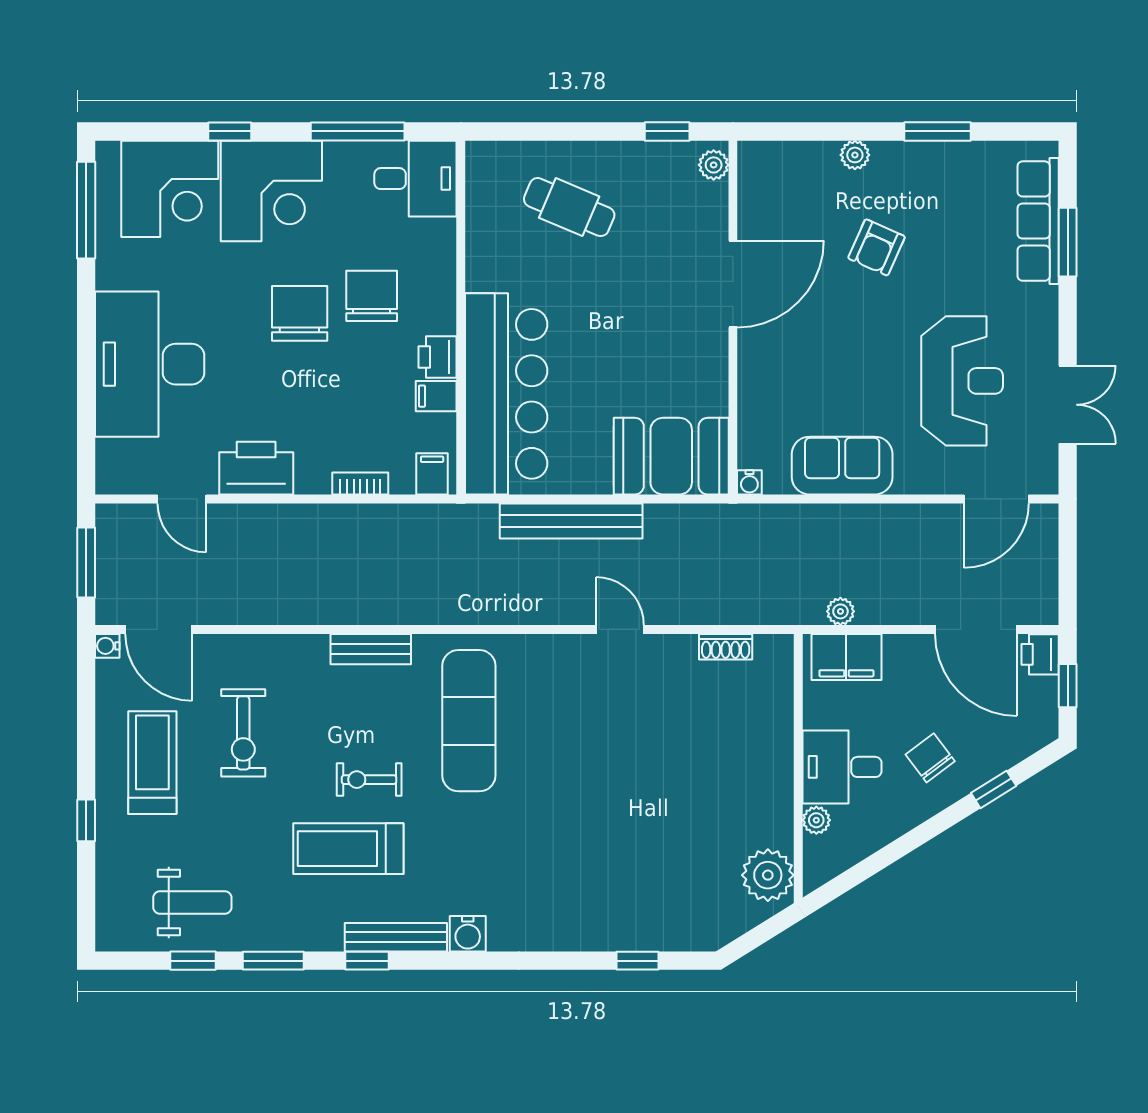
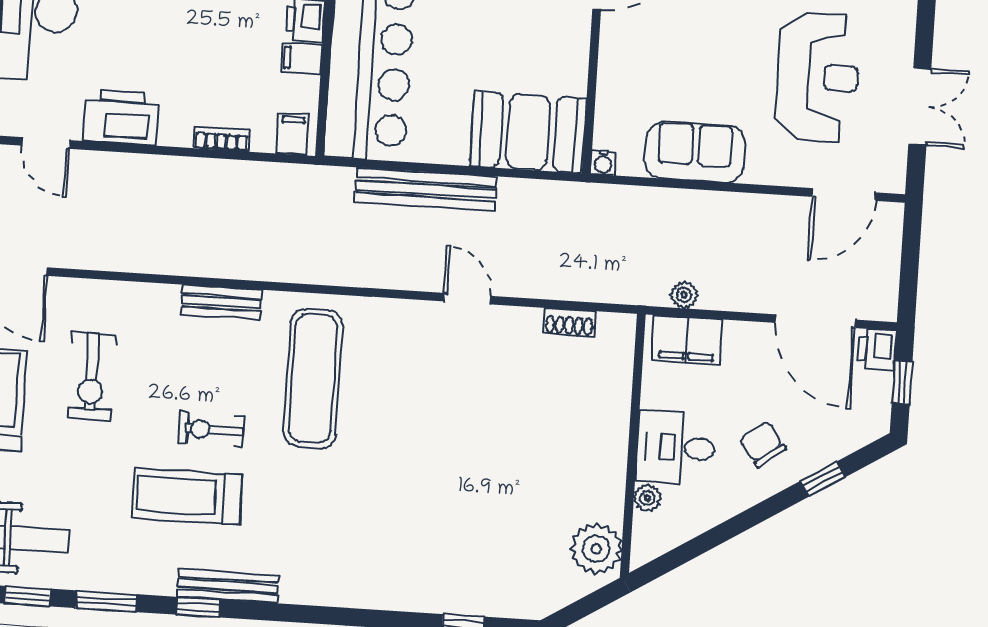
water cooler: (468, 934) -> (298, 587), removed

